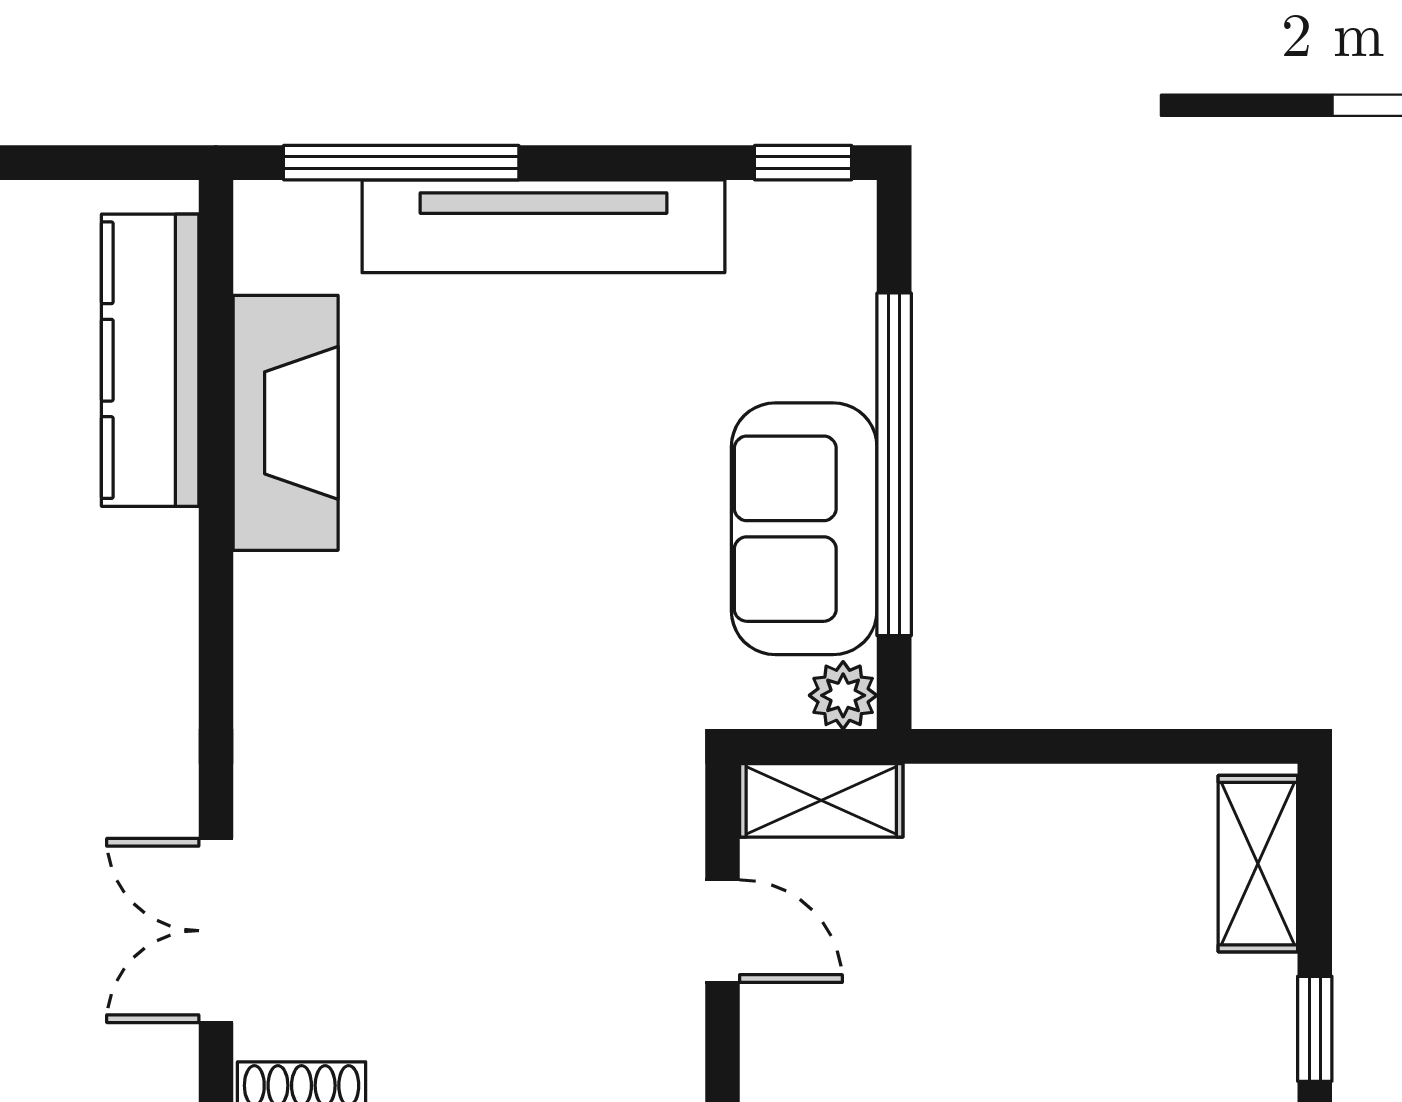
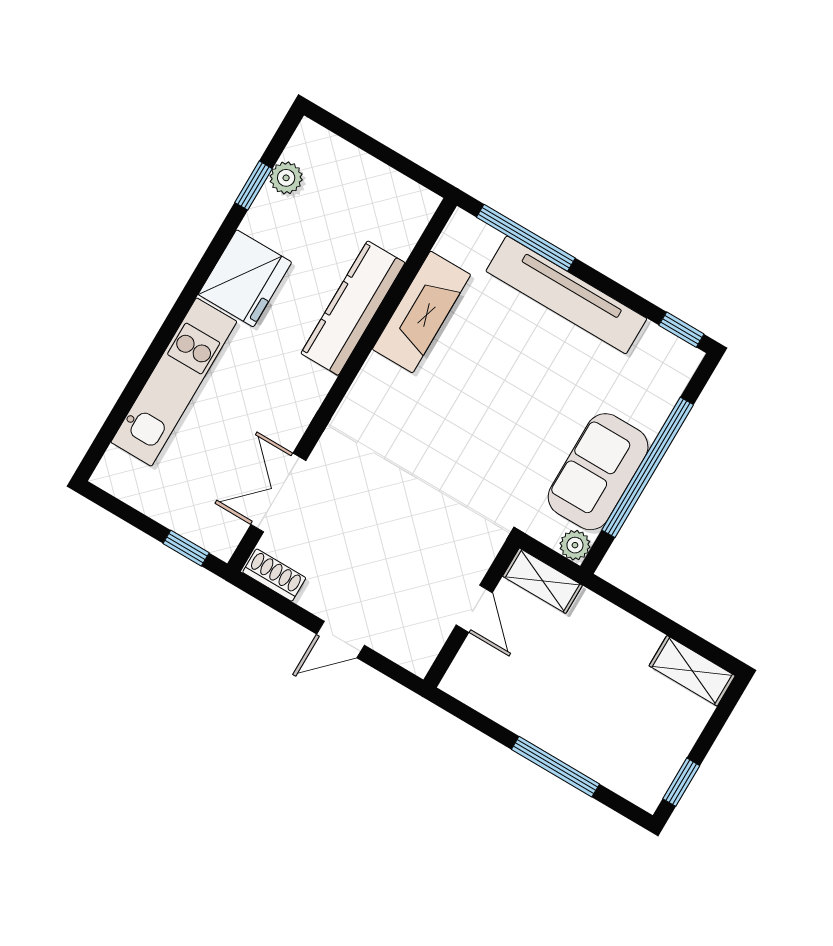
kitchen counter: (150, 360) -> (353, 308), moved
shelving: (1258, 864) -> (692, 671), moved, turned 90

